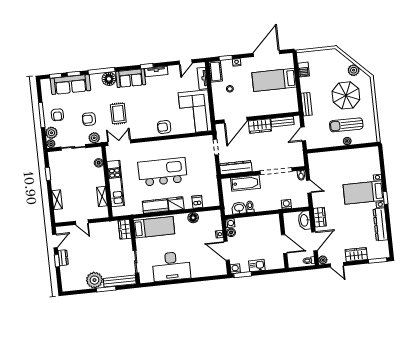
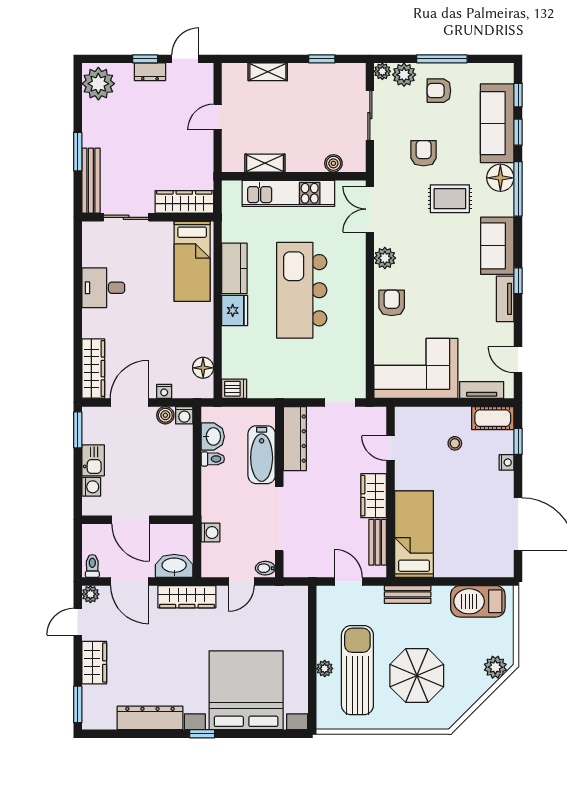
barbecue: (304, 70) -> (478, 601), width x1.88, depth x1.53
plant: (354, 70) -> (495, 667), moved
floor lamp: (109, 79) -> (500, 178), moved
bed: (274, 80) -> (414, 534), moved
rug: (118, 114) -> (450, 199), moved
door: (236, 120) -> (390, 448), width x0.53
sun lounger: (346, 125) -> (357, 670), width x1.36, depth x1.34
plant: (94, 138) -> (385, 258), moved
double door: (119, 143) -> (370, 209), swing flipped
kitchen island: (163, 172) -> (302, 290), turned 180
bed with nightstands: (363, 192) -> (246, 690), width x1.85
dishwasher: (197, 202) -> (234, 389), moved
wardrobe: (320, 217) -> (187, 597), width x1.50
floor lamp: (193, 218) -> (203, 368), moved
wardrobe: (125, 229) -> (184, 202), width x1.50
door: (55, 241) -> (185, 59), swing flipped
door: (284, 244) -> (131, 520), hinge flipped
desk: (171, 266) -> (103, 288), width x0.53, depth x0.77
washing machine: (235, 269) -> (91, 487), moved
wardrobe: (212, 270) -> (93, 369), added
plant: (94, 280) -> (98, 84), moved

